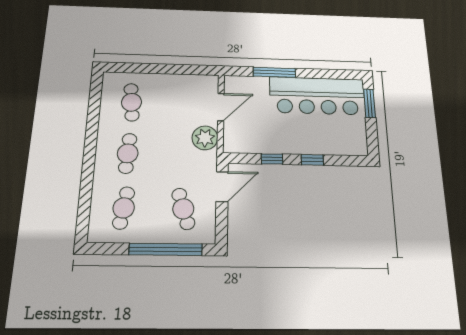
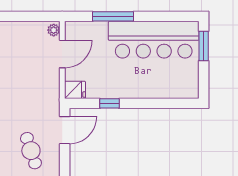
plant: (205, 138) -> (54, 30), moved, width x0.53, depth x0.53
fridge: (234, 144) -> (75, 90), added
window: (312, 160) -> (146, 103), removed

